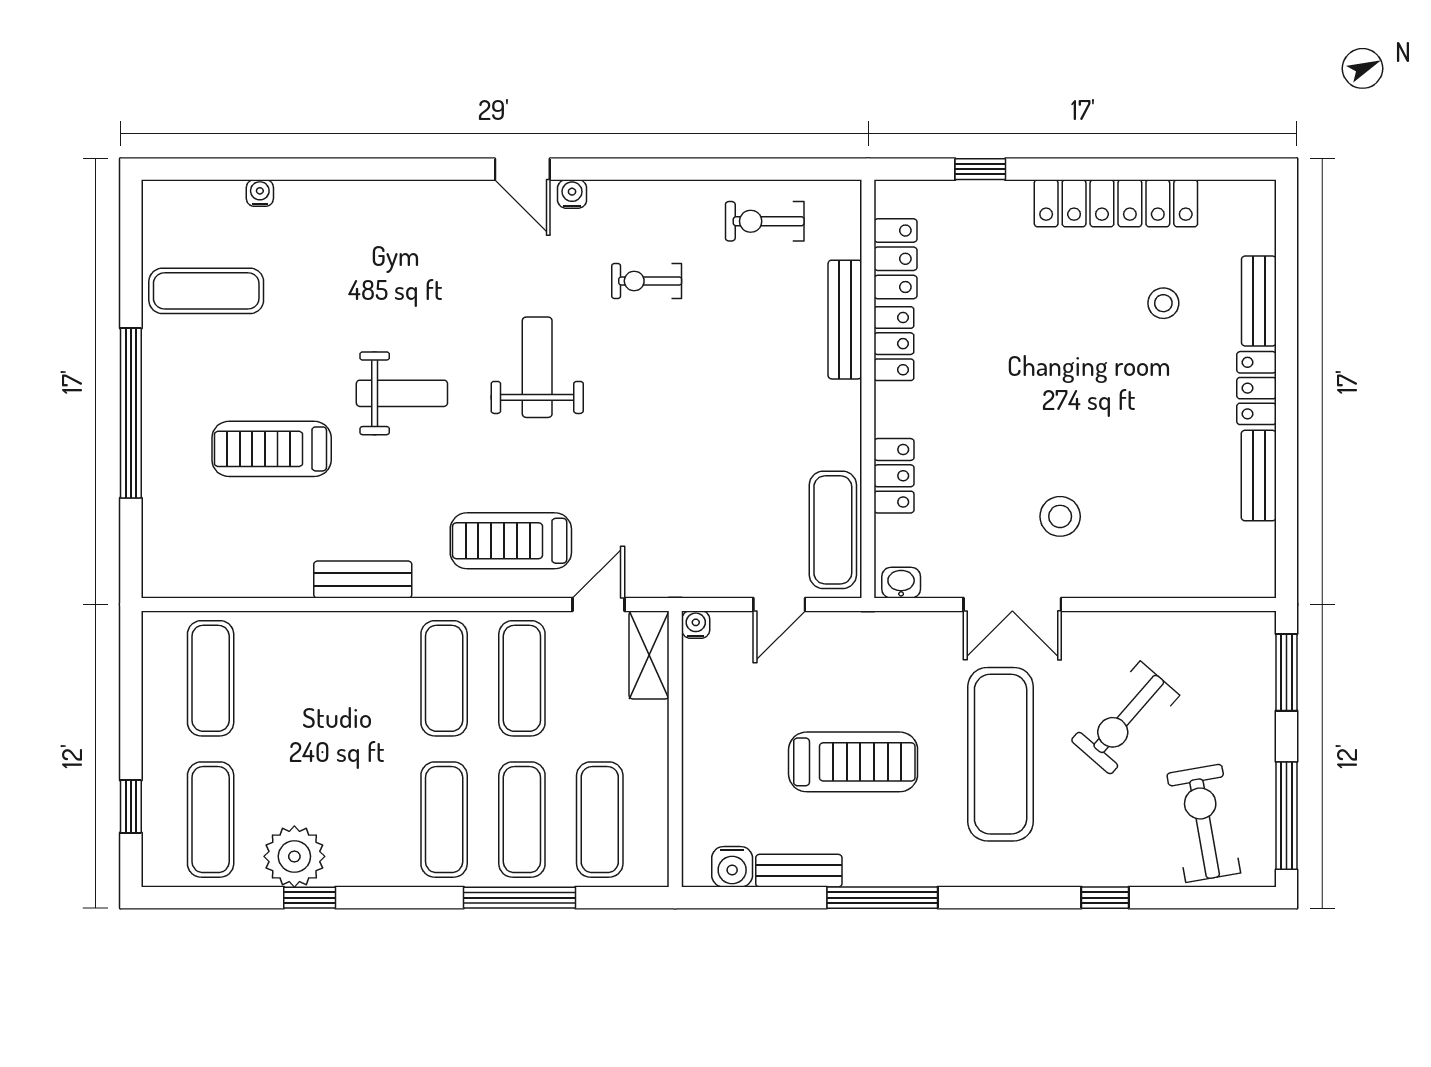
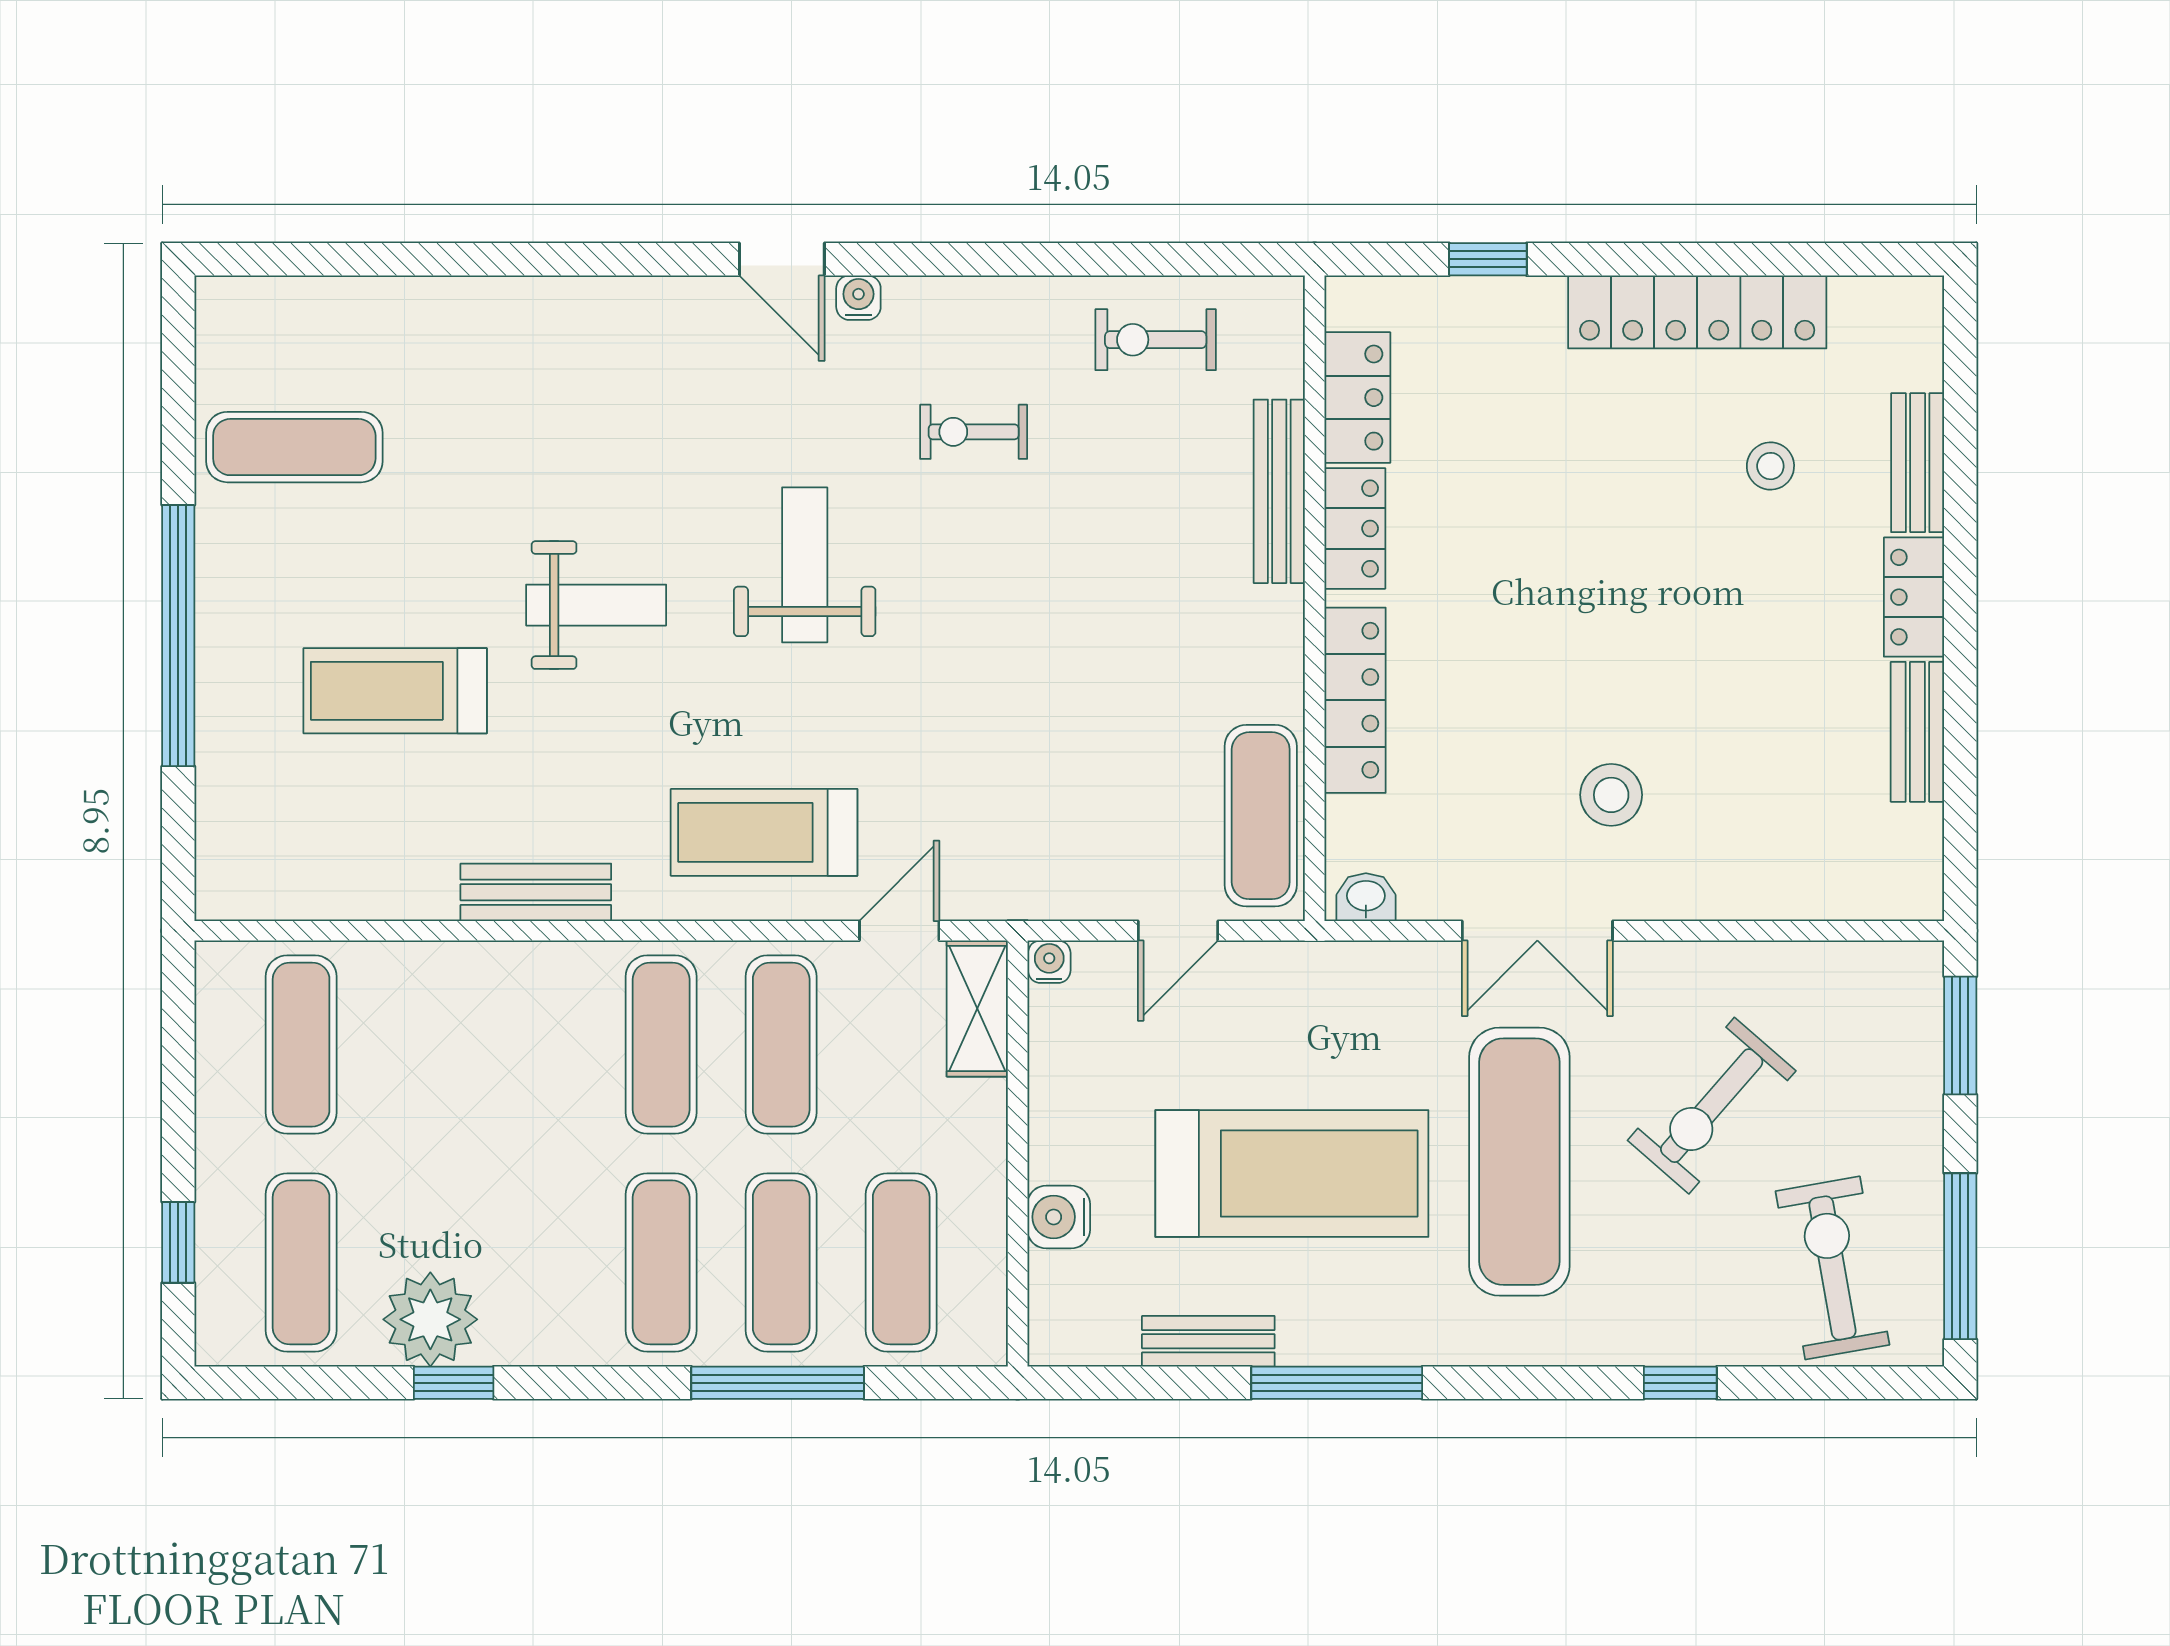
water cooler: (260, 193) -> (377, 296), removed
locker: (894, 476) -> (1355, 700), width x1.53
treadmill: (853, 762) -> (1292, 1174), width x1.37, depth x1.38
water cooler: (732, 867) -> (1059, 1217), moved, turned 90

